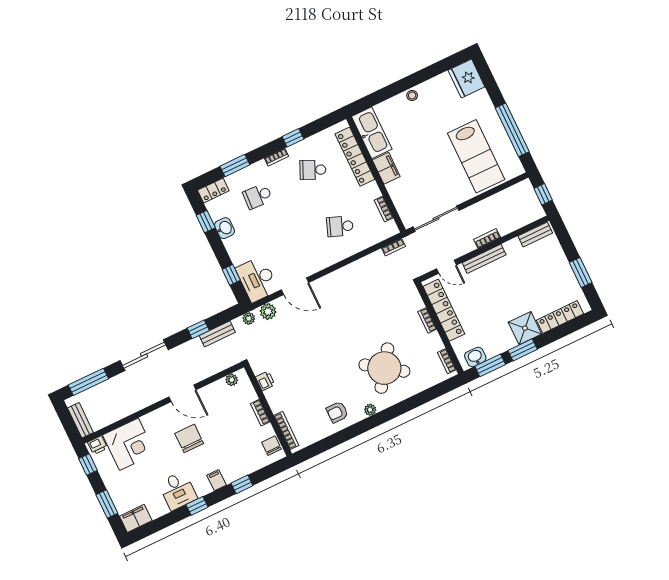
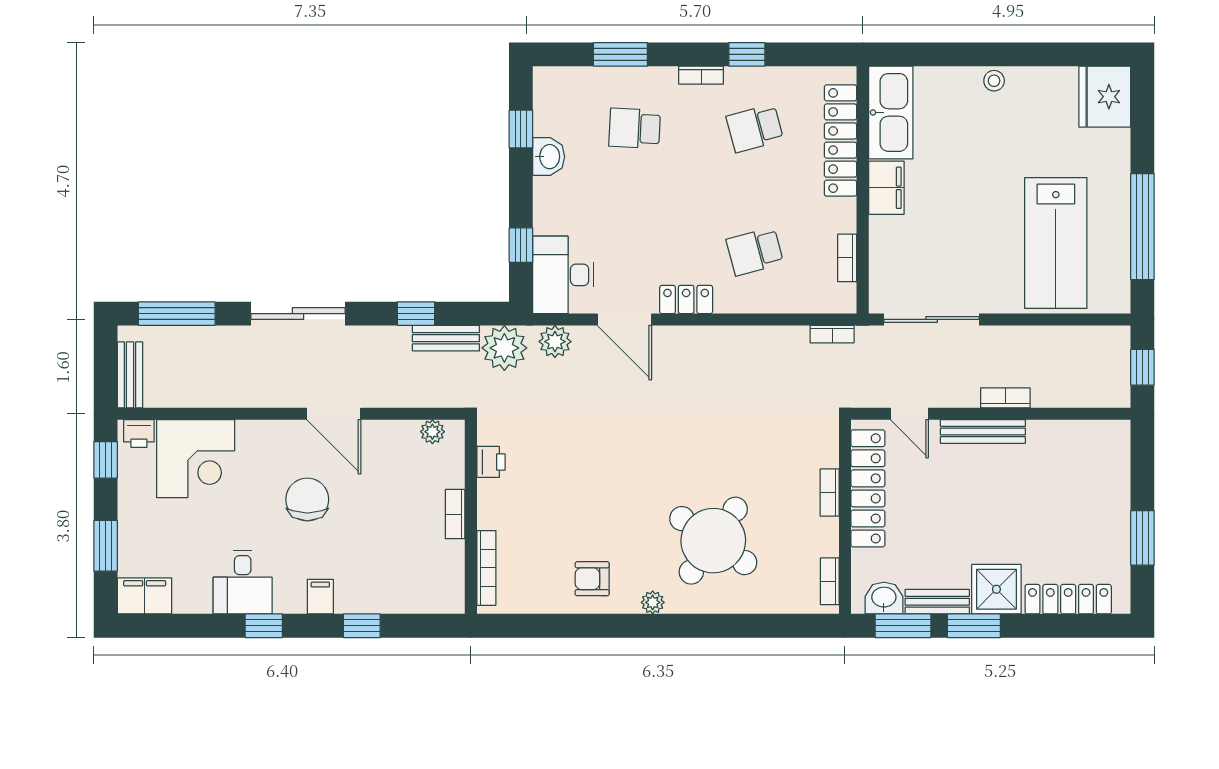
school desk: (313, 170) -> (755, 128), turned -39
locker: (213, 190) -> (686, 299), moved, turned 180
school desk: (340, 226) -> (755, 251), turned -36
bench: (535, 234) -> (937, 602), moved
plant: (249, 318) -> (504, 348), width x1.88, depth x1.88
chair: (272, 446) -> (447, 582), removed

